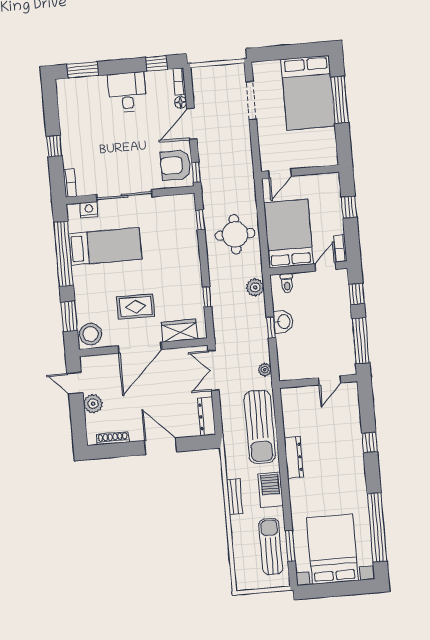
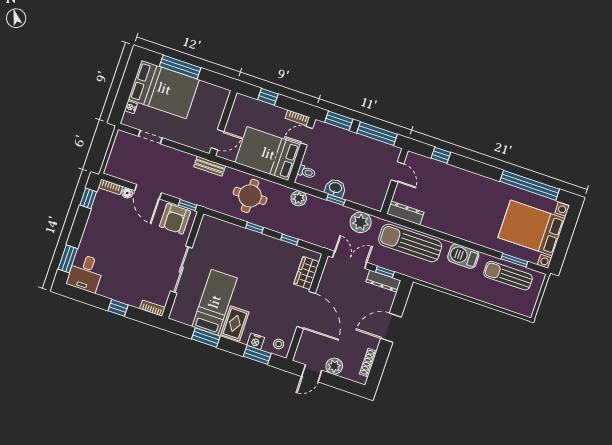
nightstand: (274, 66) -> (131, 107), added
desk: (127, 92) -> (86, 273), moved, turned -90
doorway: (251, 101) -> (150, 137), width x0.73
door: (280, 173) -> (218, 140), hinge flipped
nightstand: (89, 210) -> (256, 341), moved, turned -90
window: (200, 220) -> (255, 228), moved
window: (64, 254) -> (206, 338), width x0.47
door: (326, 267) -> (307, 136), hinge flipped
window: (357, 294) -> (339, 121), width x1.50
rug: (136, 307) -> (235, 323), moved
stool: (91, 334) -> (279, 344), width x0.53, depth x0.53
double door: (213, 370) -> (350, 260), swing flipped
plant: (265, 370) -> (361, 222), width x1.88, depth x1.88
window: (217, 414) -> (385, 272), added
sun lounger: (260, 427) -> (410, 243), turned 180
window: (370, 442) -> (441, 155), moved
dresser: (294, 457) -> (405, 213), moved
bench: (235, 497) -> (210, 166), moved

